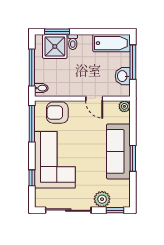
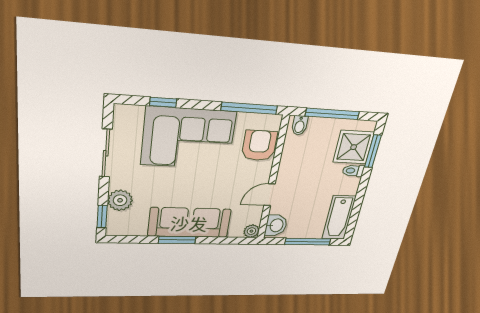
washbasin: (123, 76) -> (276, 225), moved, turned 90
sliding door: (68, 210) -> (106, 153), width x0.73

